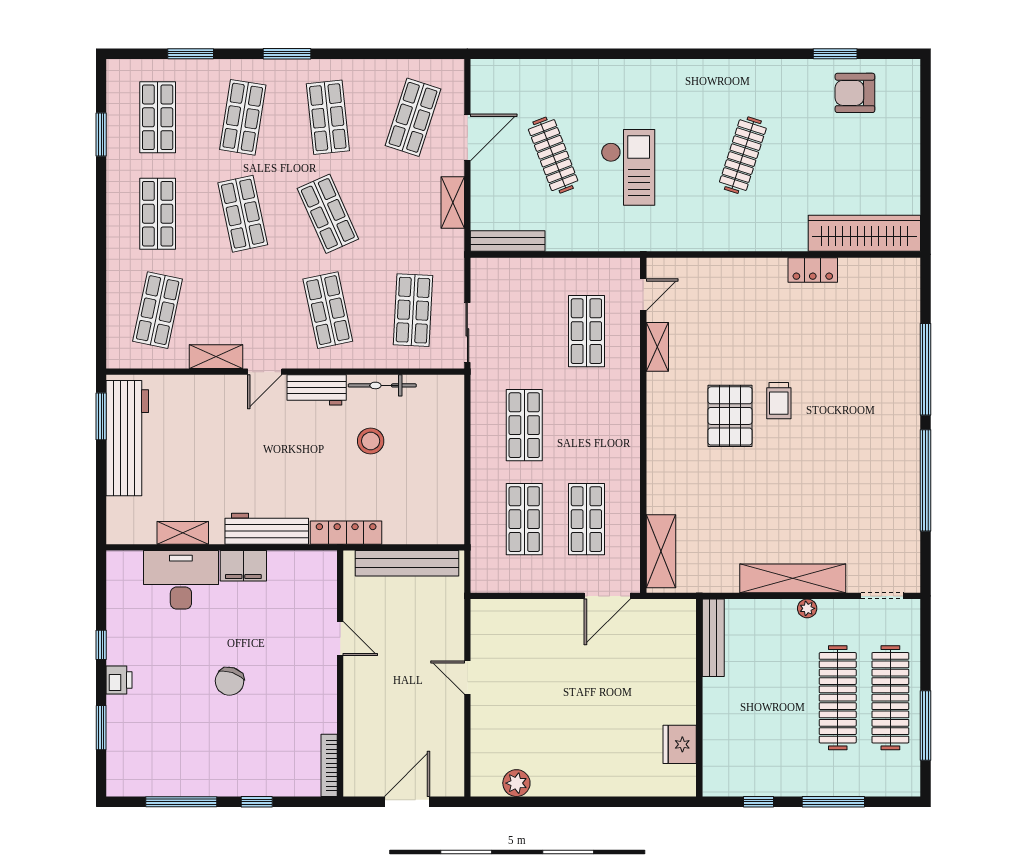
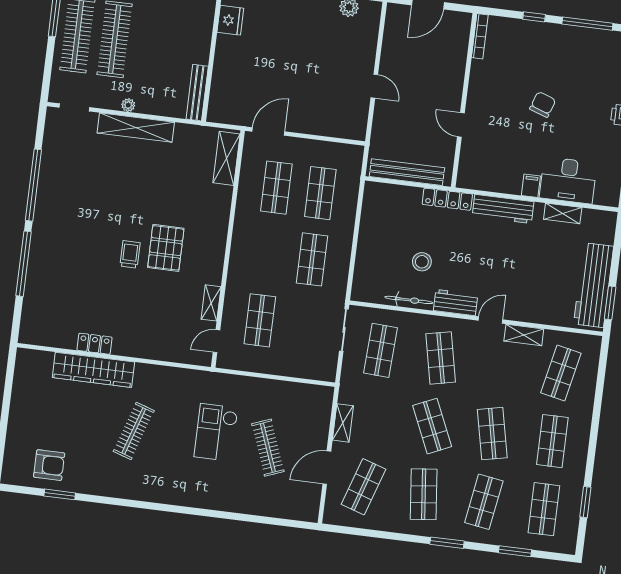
wardrobe: (864, 233) -> (93, 370), moved
bench: (508, 241) -> (308, 391), removed
filing cabinet: (243, 566) -> (531, 186), width x0.50

